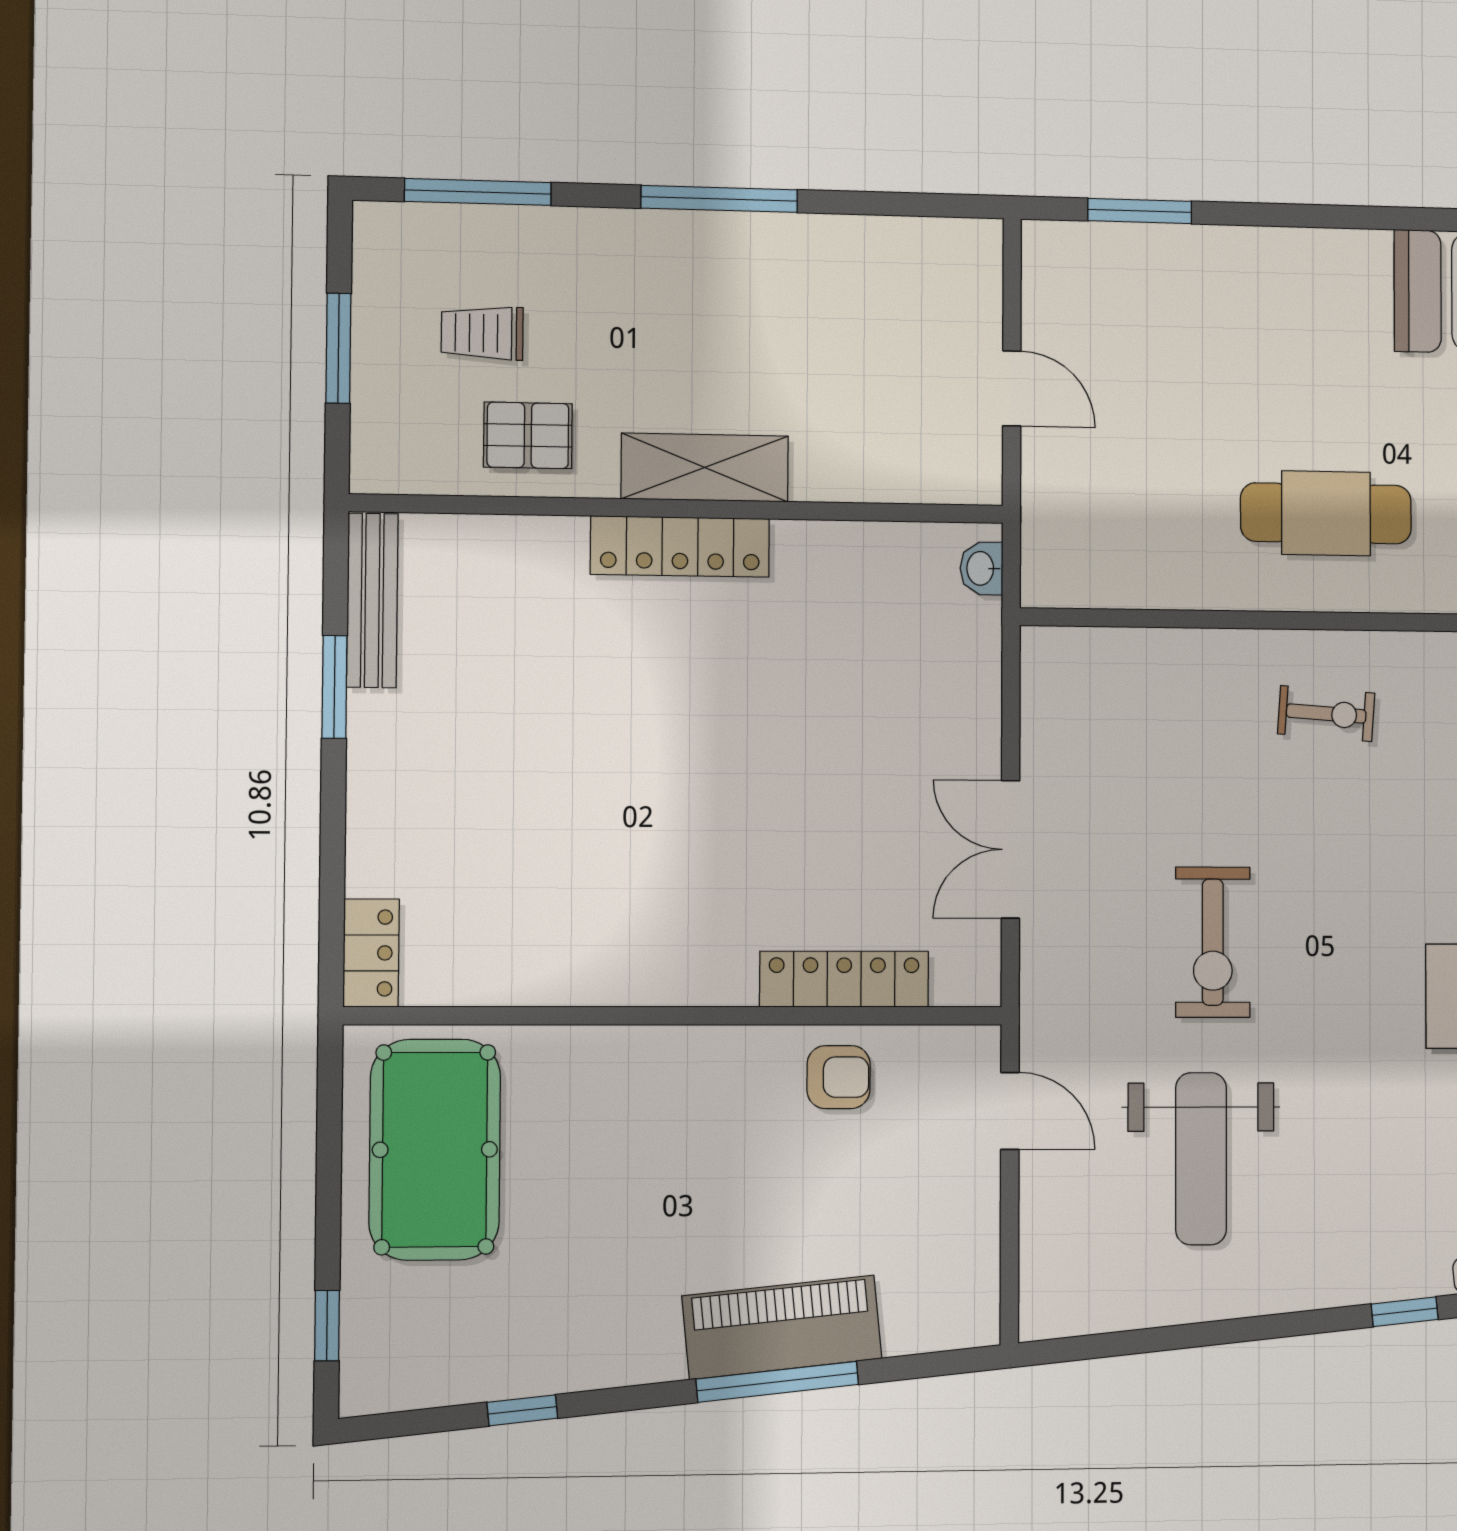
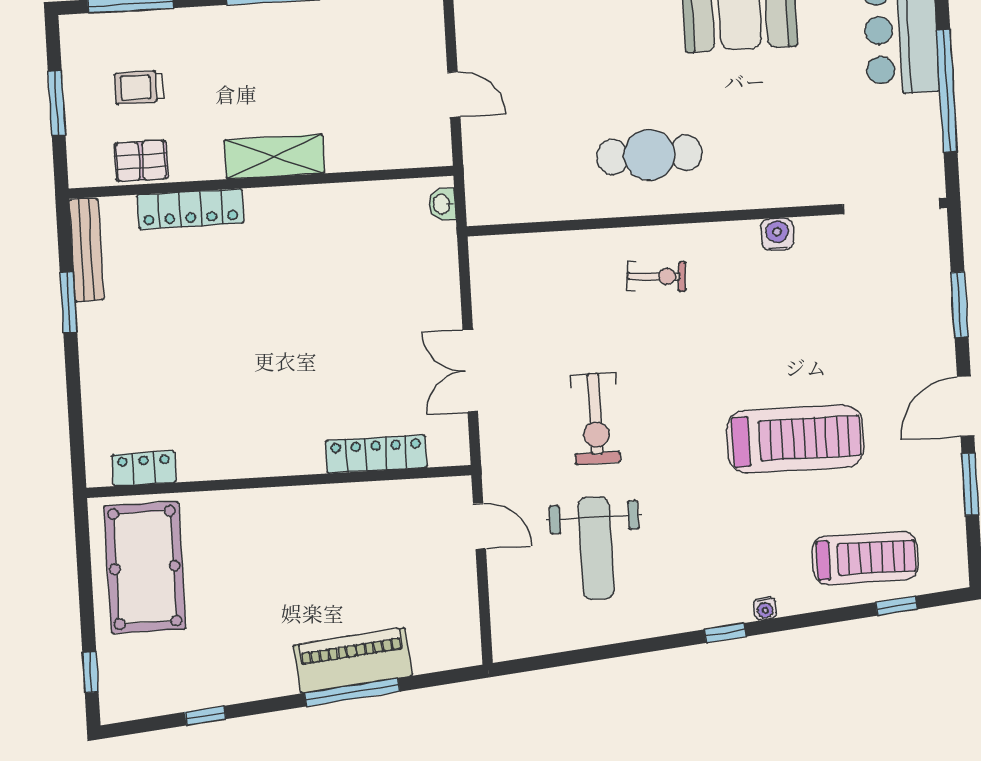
pallet: (528, 435) -> (141, 161), moved
locker: (680, 546) -> (190, 209), moved
locker: (371, 953) -> (144, 469), moved, turned -90
armchair: (838, 1077) -> (377, 512), removed

